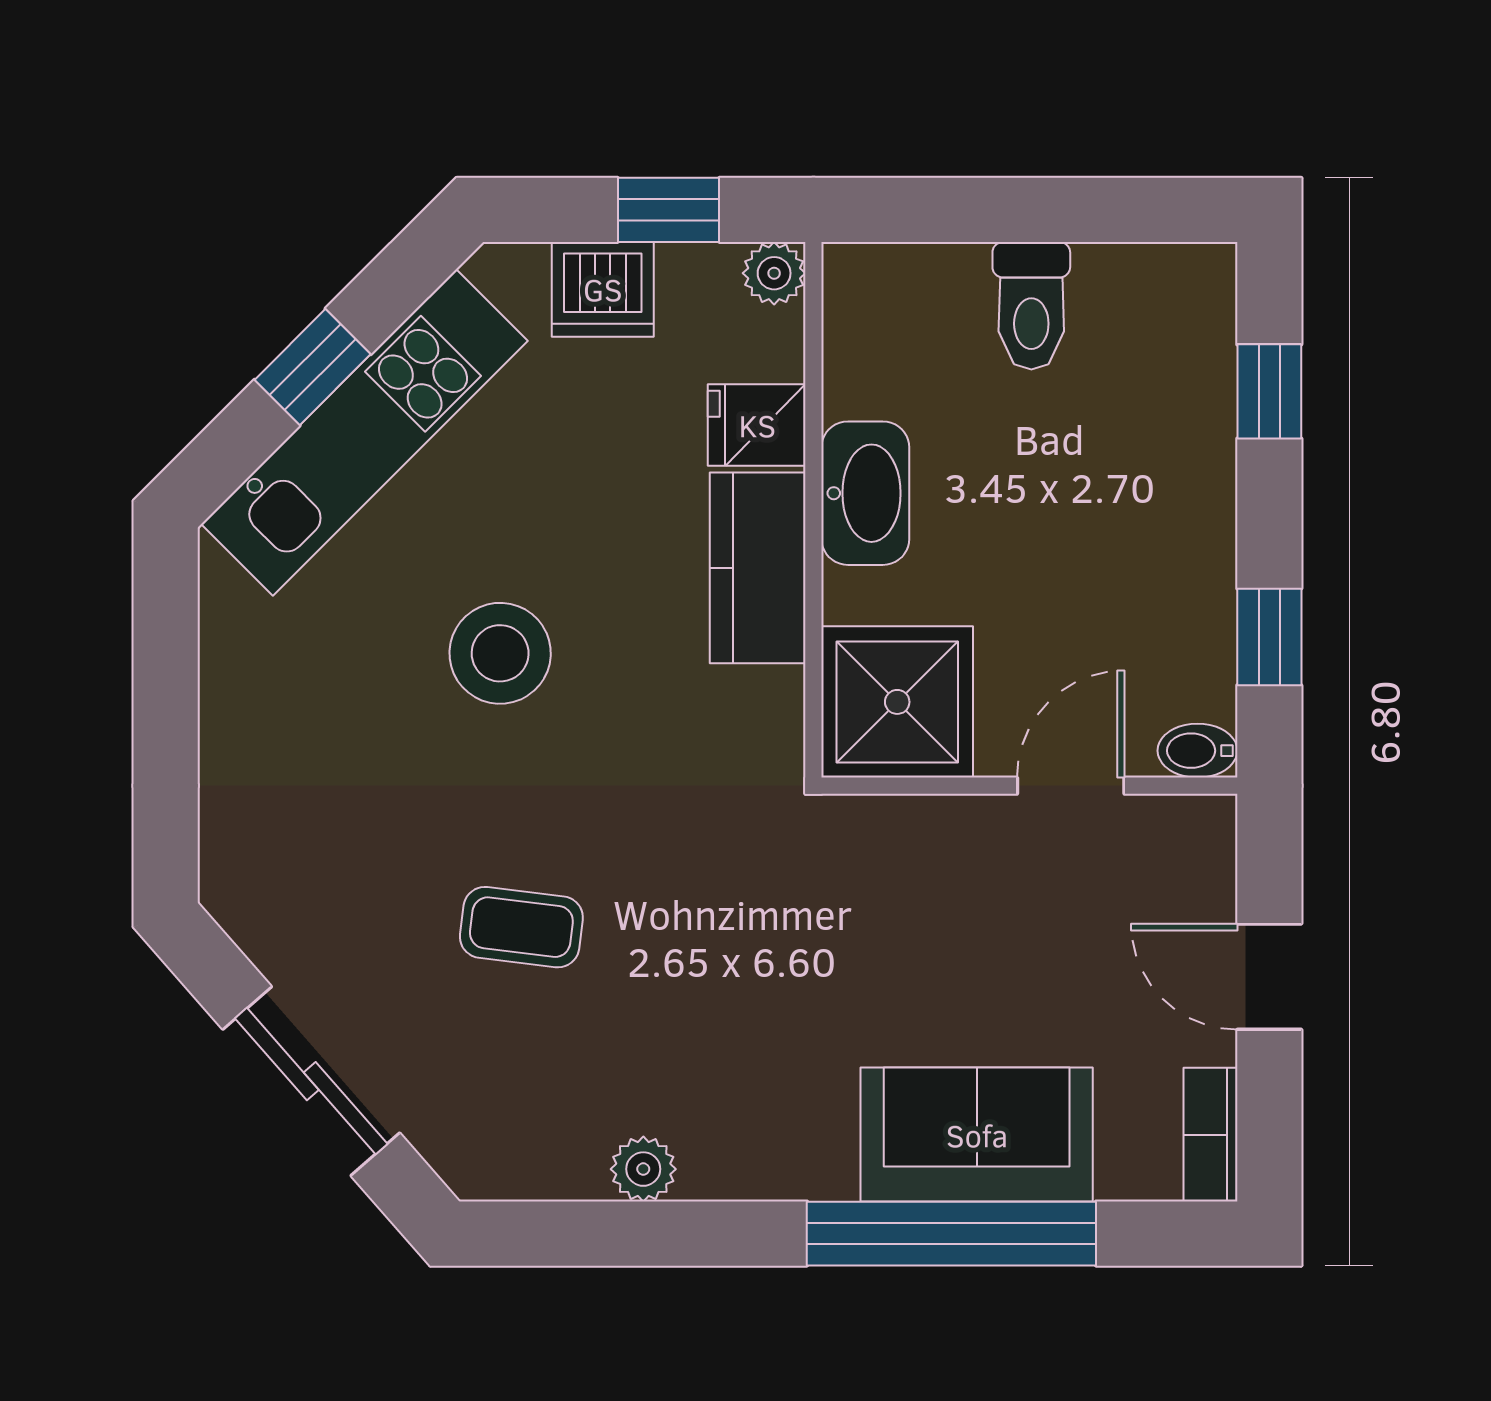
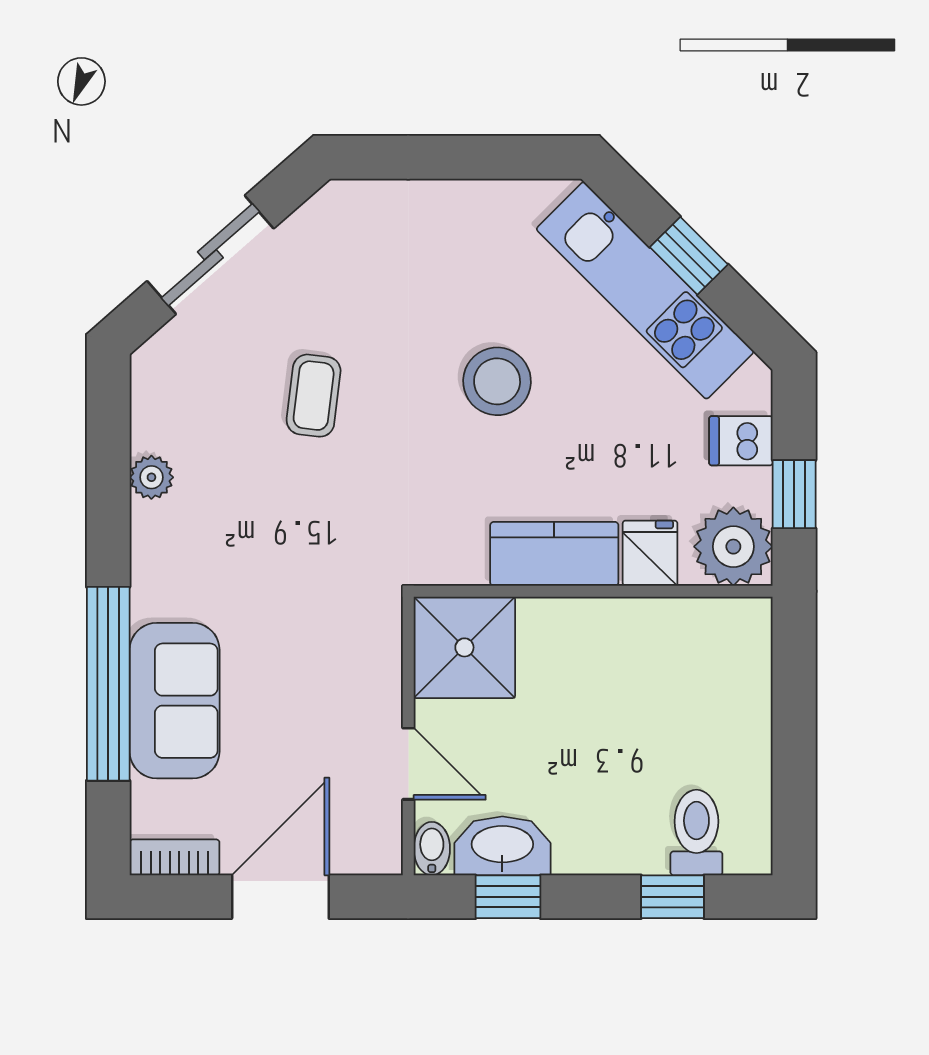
plant: (774, 273) -> (733, 547), width x1.88, depth x1.88
dishwasher: (603, 289) -> (741, 441), width x0.73
toilet: (1031, 306) -> (696, 833), moved, turned 90
washbasin: (865, 493) -> (502, 846), moved, turned 180
door: (1269, 977) -> (280, 897), width x1.38

